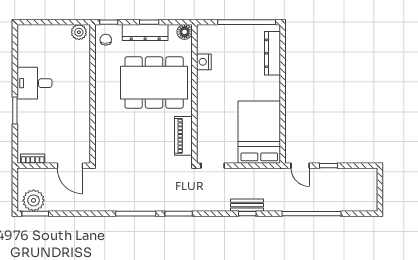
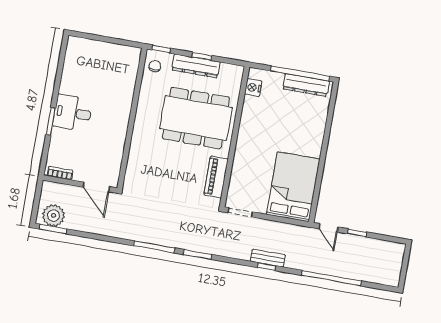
plant: (79, 32) -> (129, 54), removed
floor lamp: (185, 32) -> (236, 72), removed
dresser: (273, 53) -> (306, 85), moved, turned -90
nightstand: (204, 62) -> (253, 87), moved
desk: (34, 83) -> (73, 113), moved

